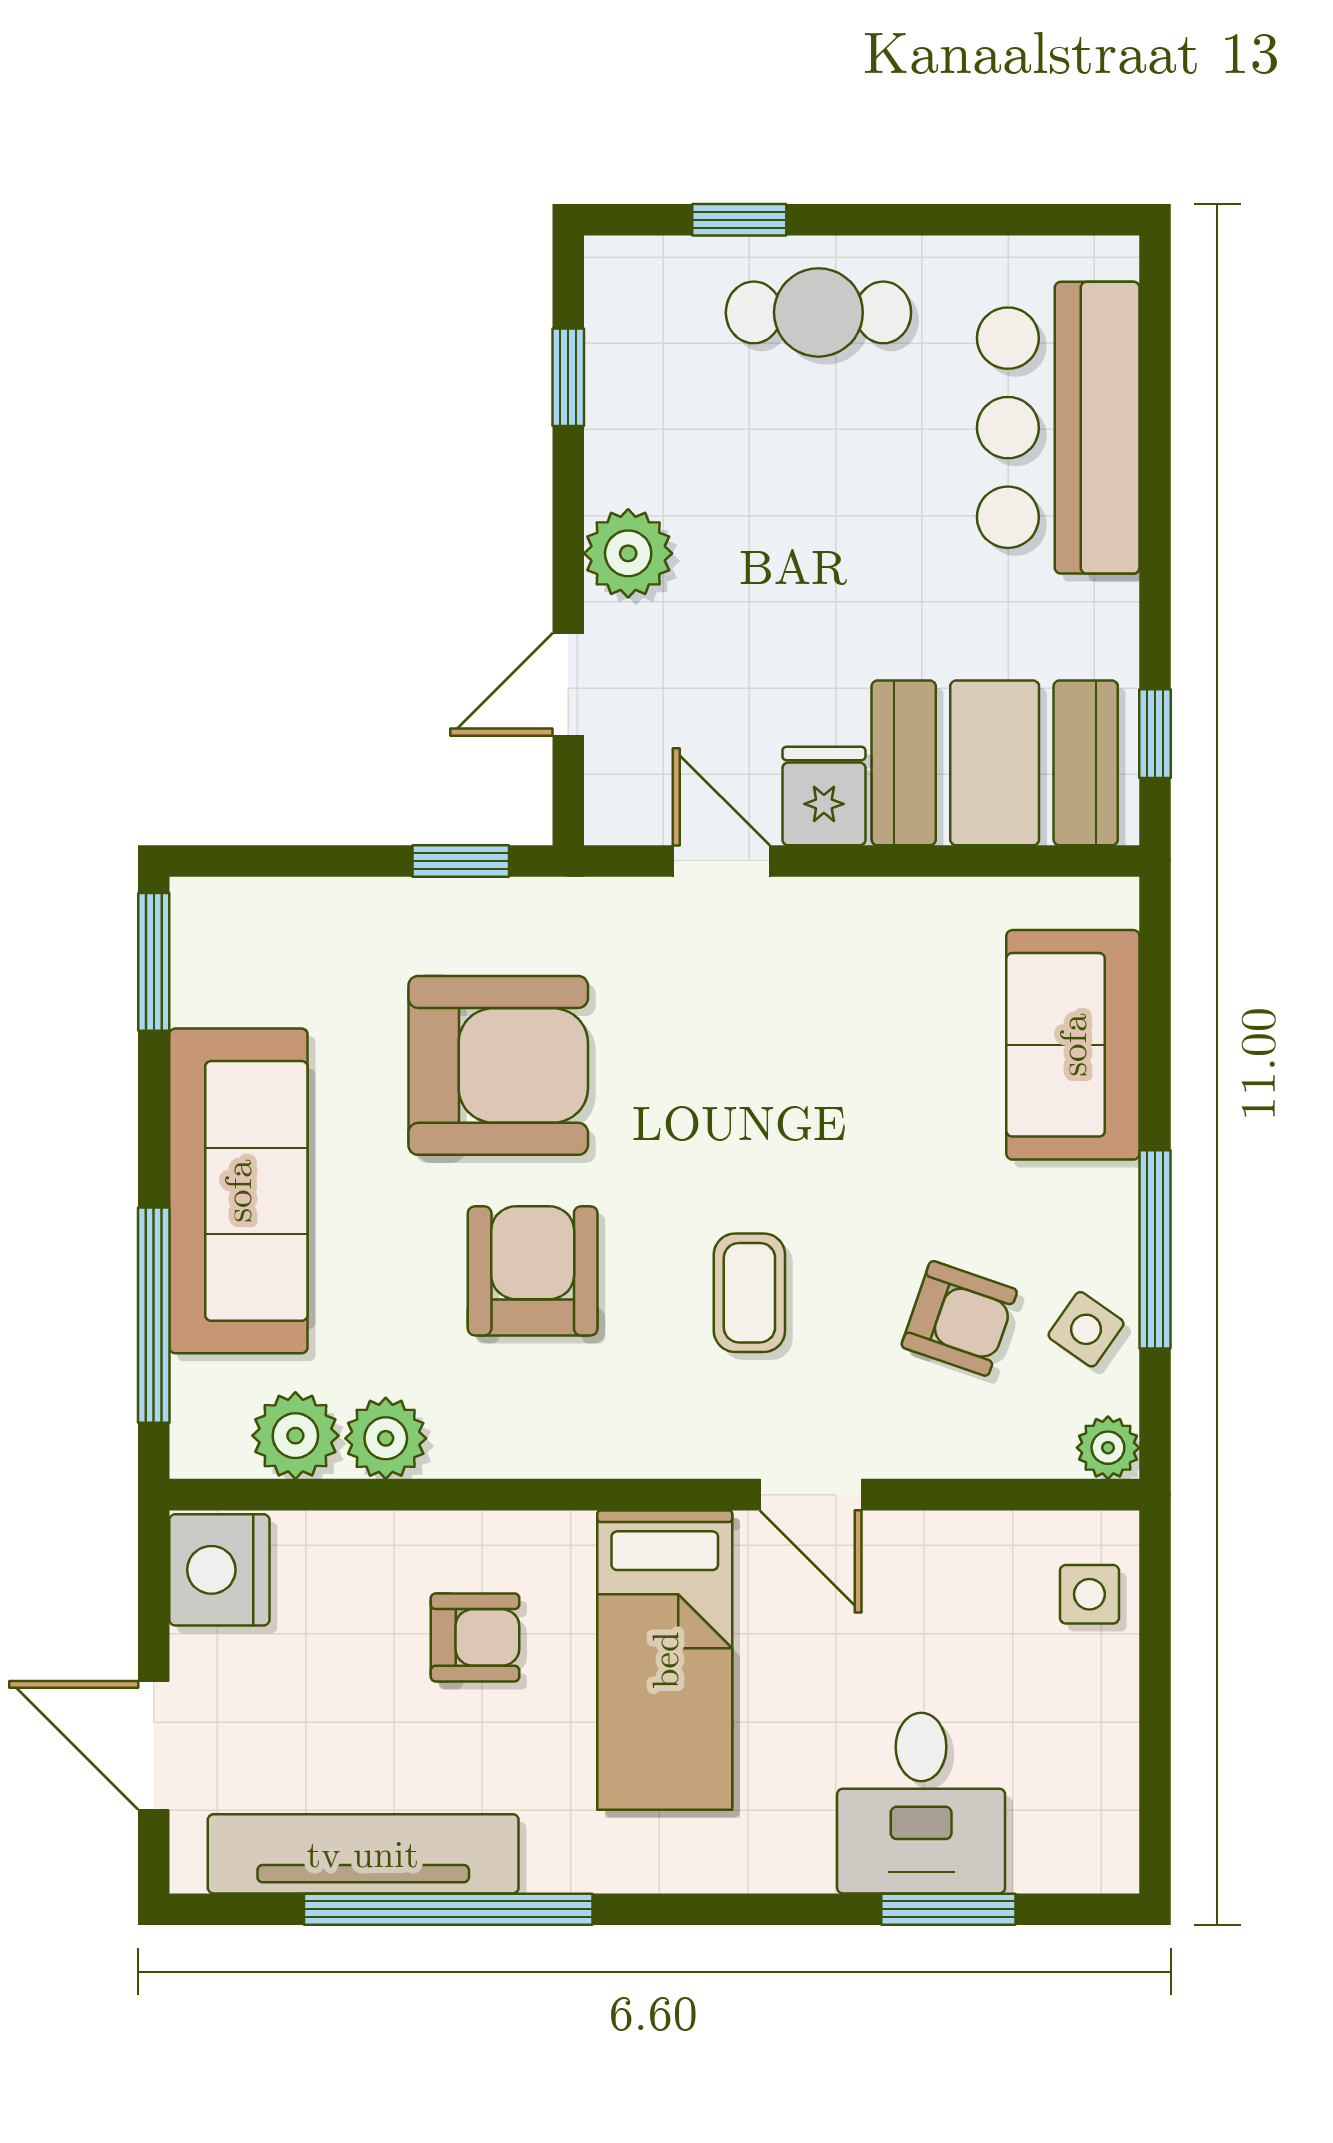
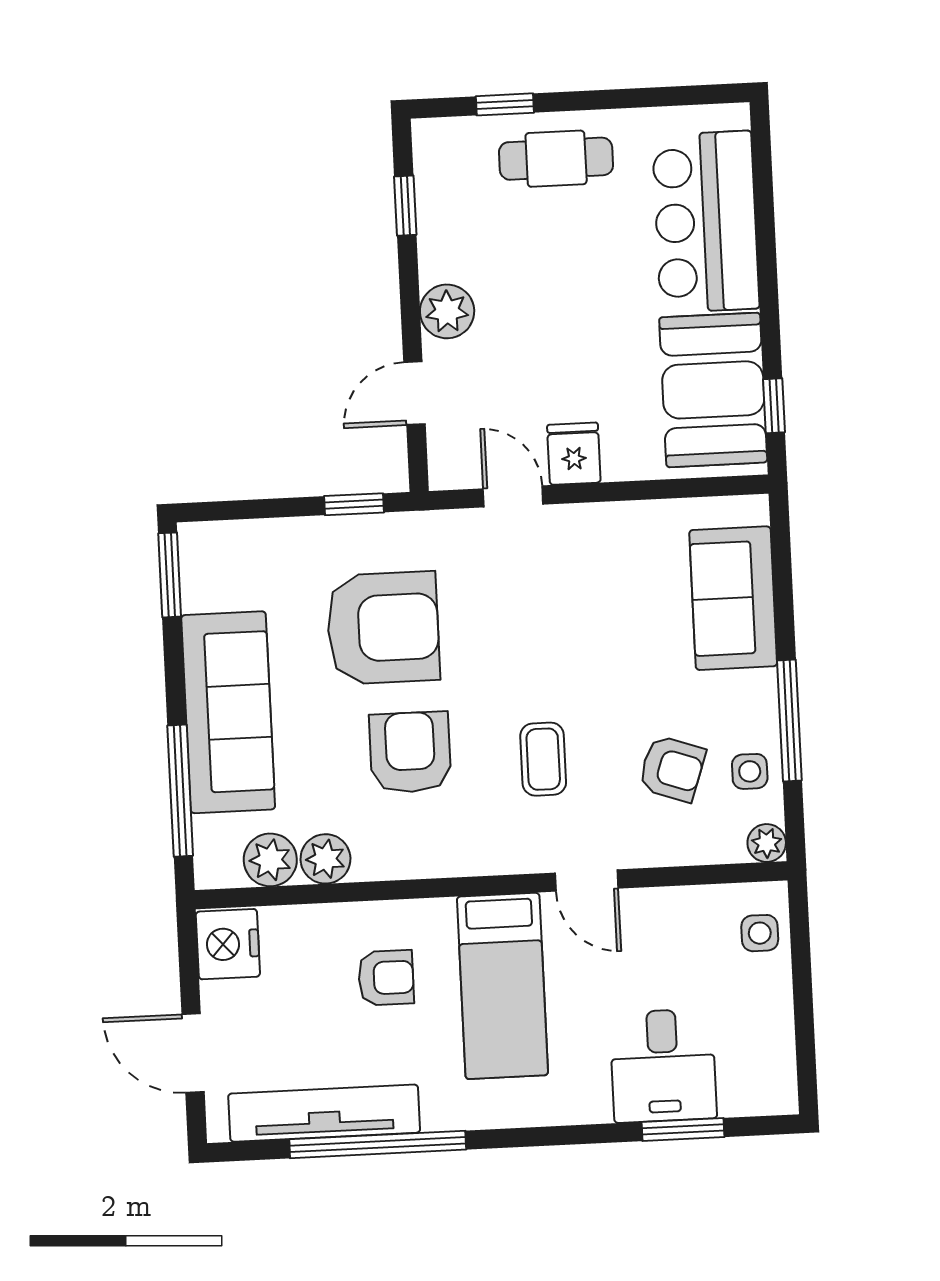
booth: (995, 763) -> (713, 390), moved, turned 90
side table: (1086, 1329) -> (750, 771), turned -35

